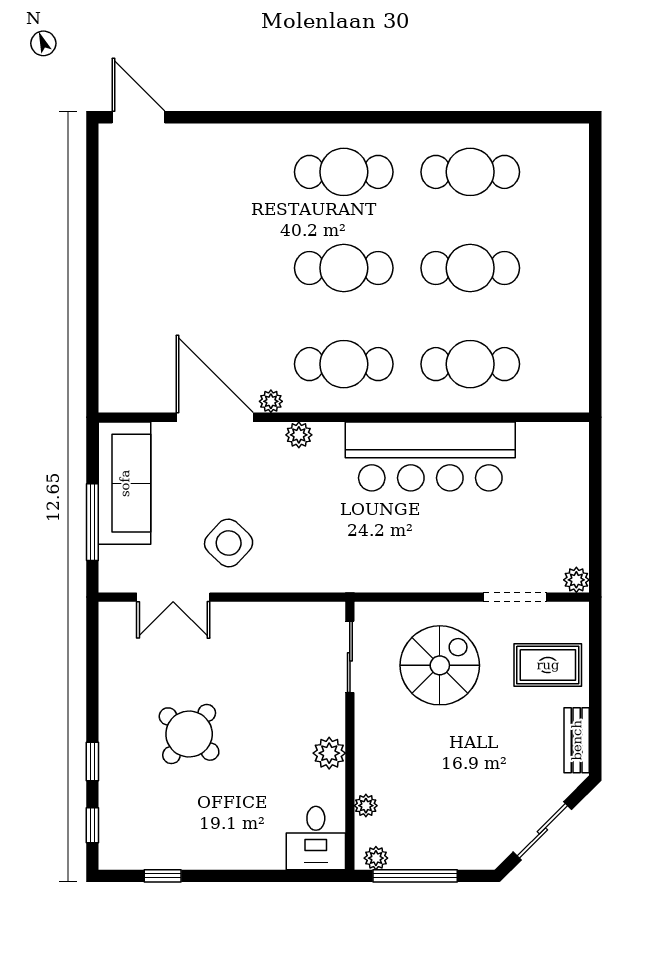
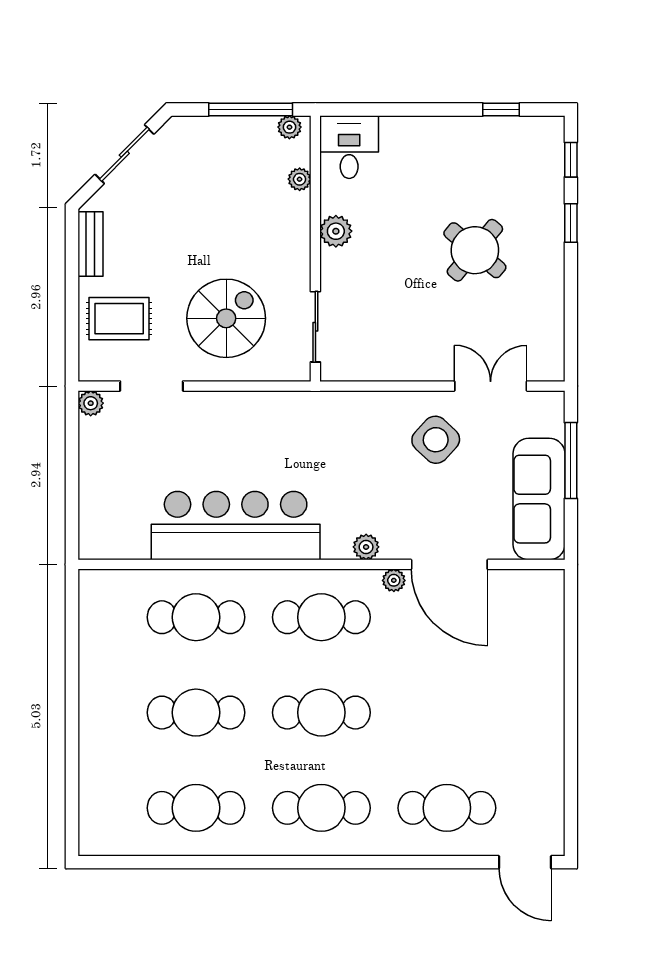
cafe table: (217, 172) -> (447, 808), added
spiral stairs: (440, 665) -> (226, 318), turned 180

